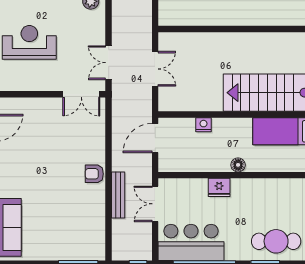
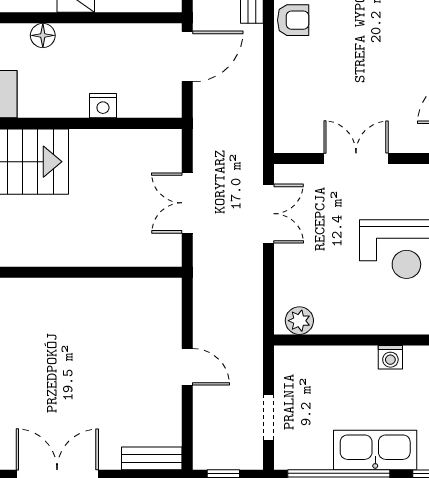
double door: (81, 94) -> (356, 159), moved
door: (155, 138) -> (187, 56), moved

